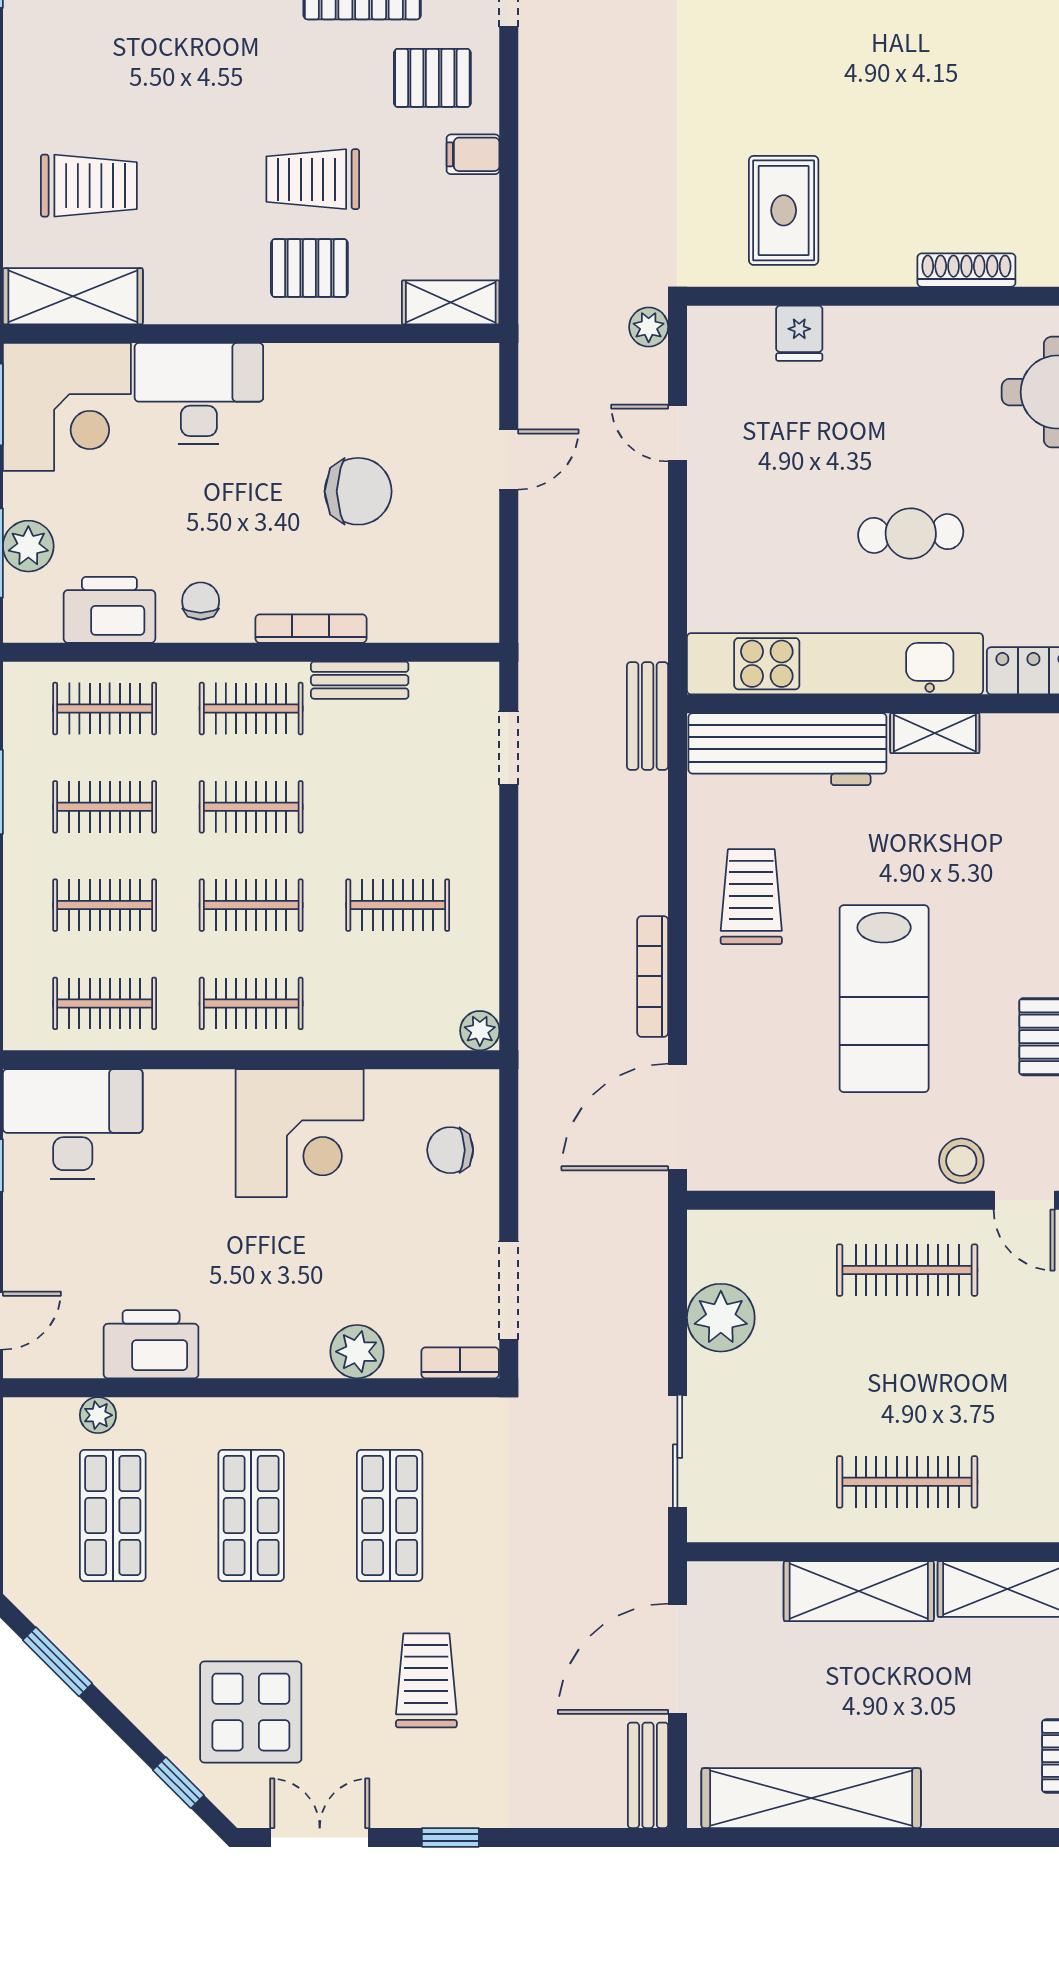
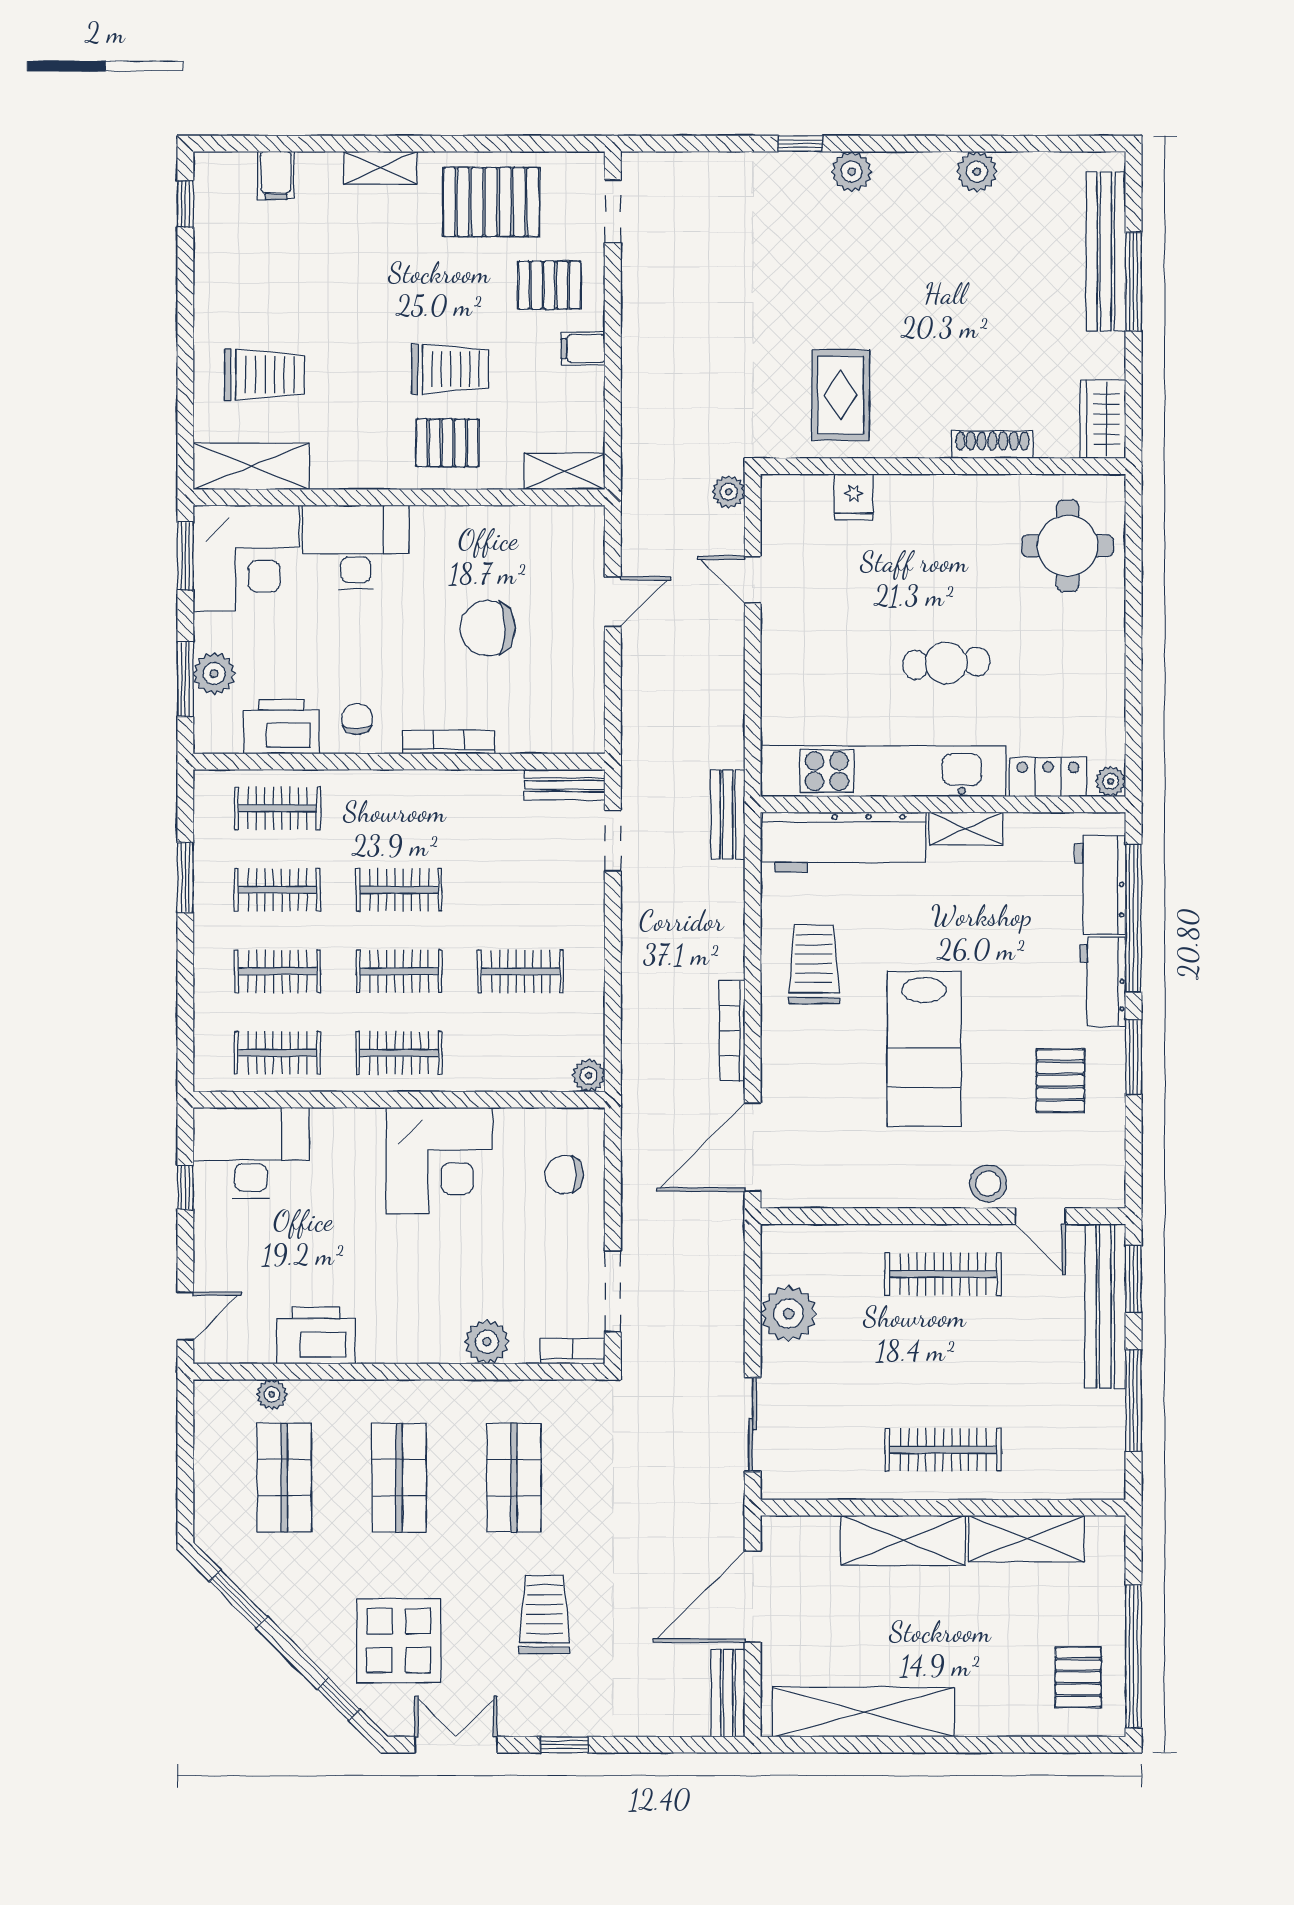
trolley: (313, 179) -> (450, 369), turned 180
chair: (358, 491) -> (488, 628), turned 180
bench: (360, 680) -> (565, 785), moved
clothes rail: (251, 709) -> (399, 808), removed

